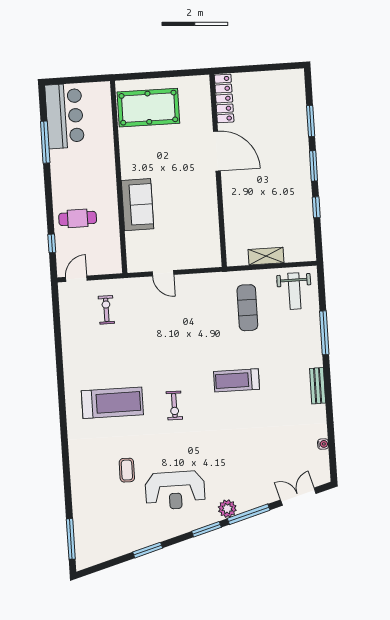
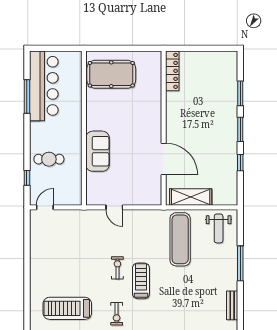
bar counter: (65, 116) -> (44, 86), width x1.36
door: (217, 151) -> (164, 159), moved
shelving: (266, 256) -> (191, 197), width x1.50, depth x1.33
exercise mat: (247, 308) -> (180, 239), width x1.36, depth x1.45
exercise bike: (106, 310) -> (117, 268), moved
treadmill: (236, 380) -> (141, 281), moved, turned 90
treadmill: (112, 403) -> (67, 308), turned 180

